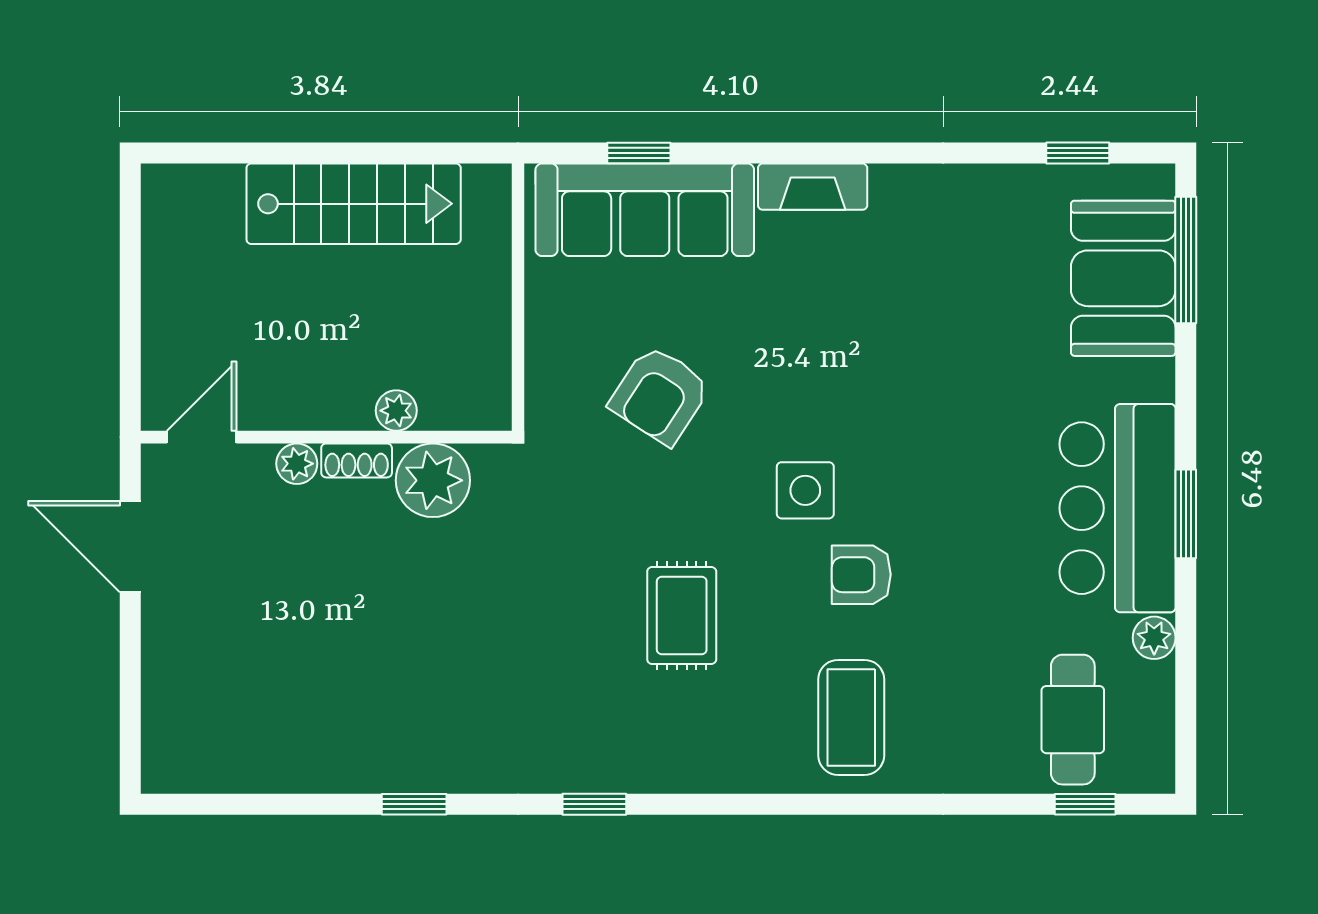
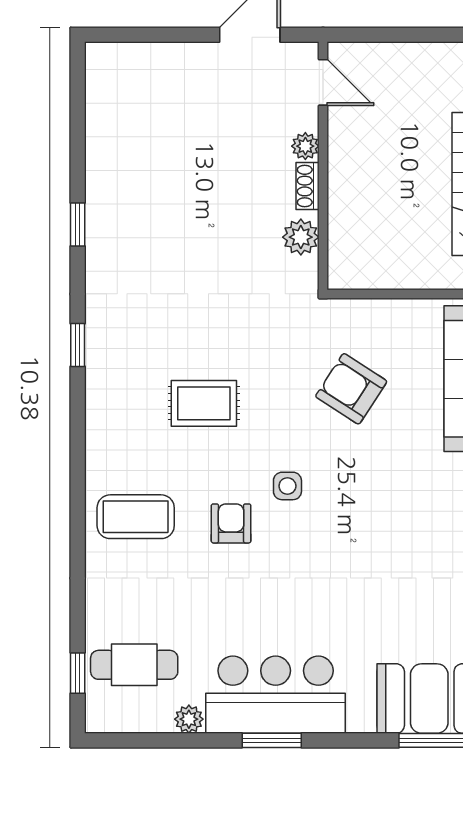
plant: (396, 411) -> (341, 213), removed
plant: (433, 480) -> (301, 237), width x0.73, depth x0.73
side table: (805, 490) -> (287, 486), width x0.73, depth x0.73

